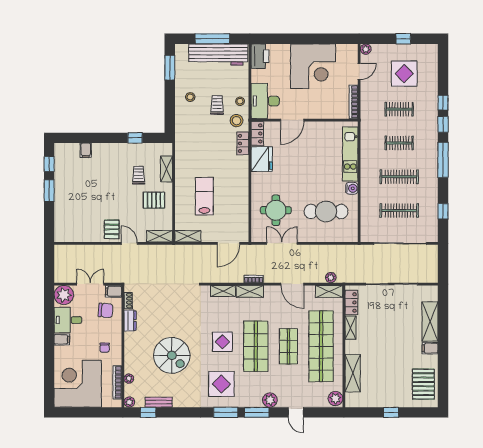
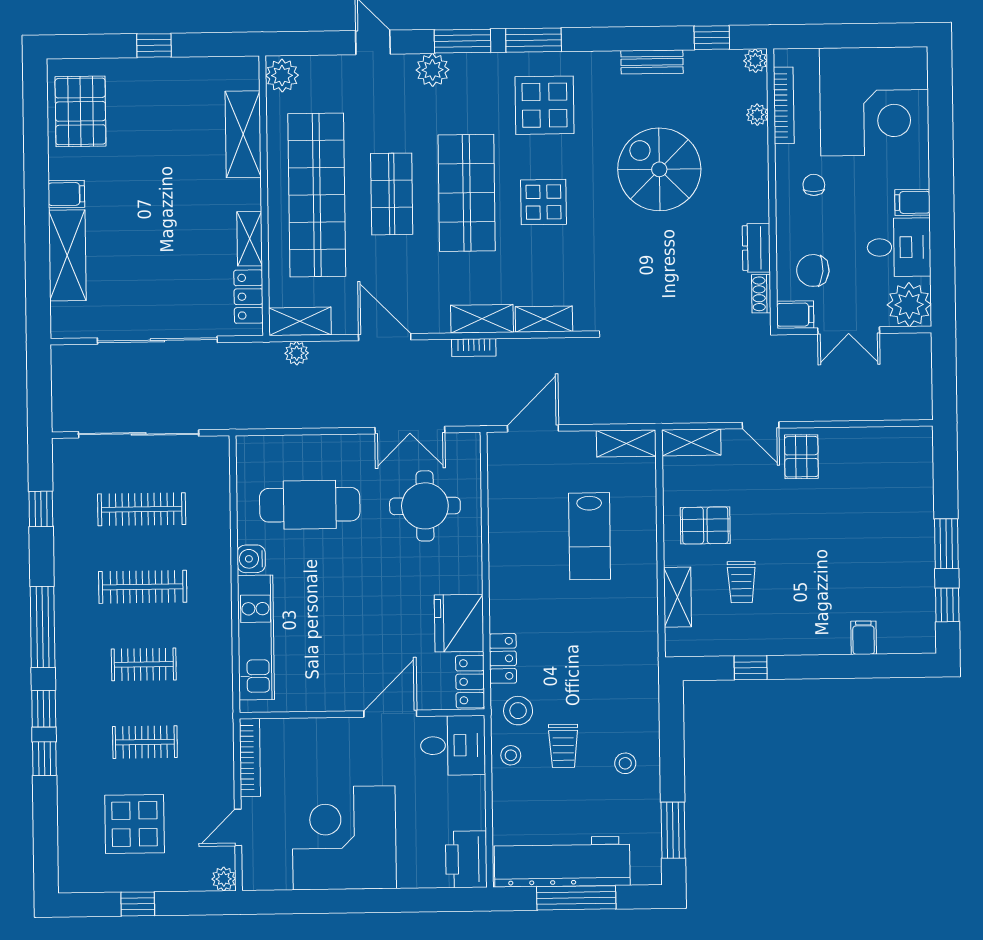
desk: (265, 101) -> (453, 745), width x0.73
bench: (159, 402) -> (652, 62), moved

